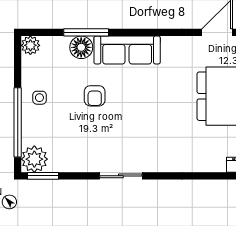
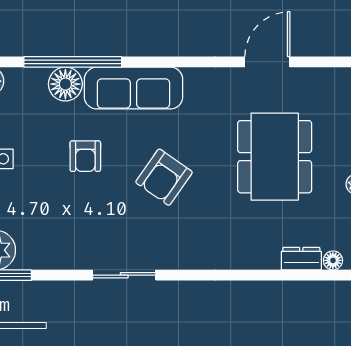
window: (86, 32) -> (73, 62), width x1.46
armchair: (148, 110) -> (164, 177), added

